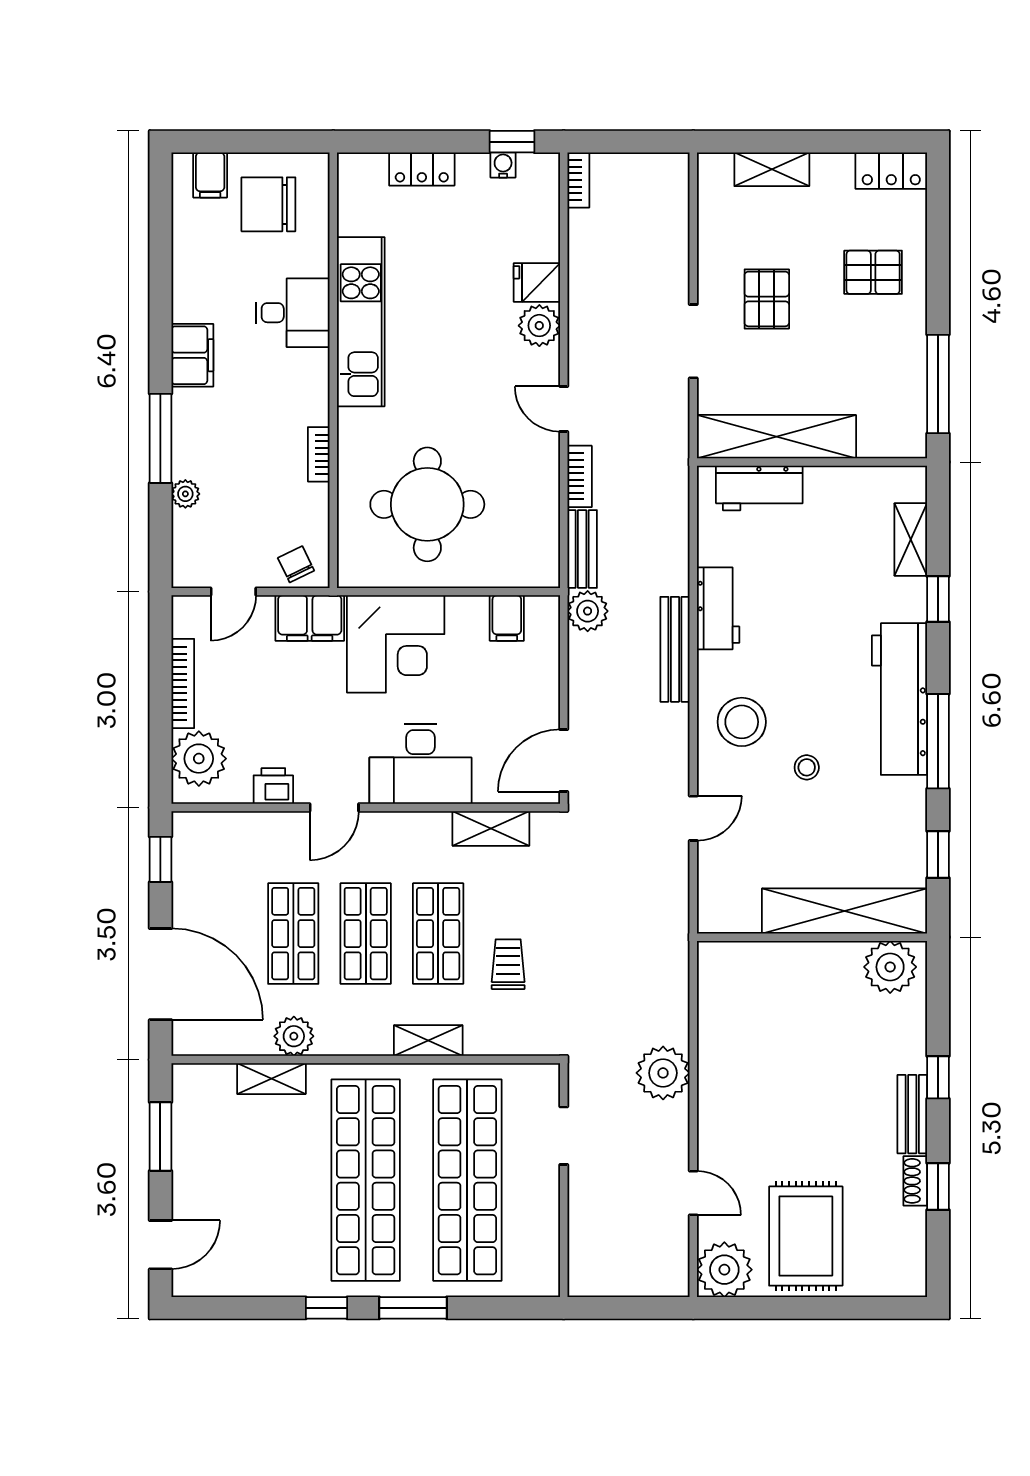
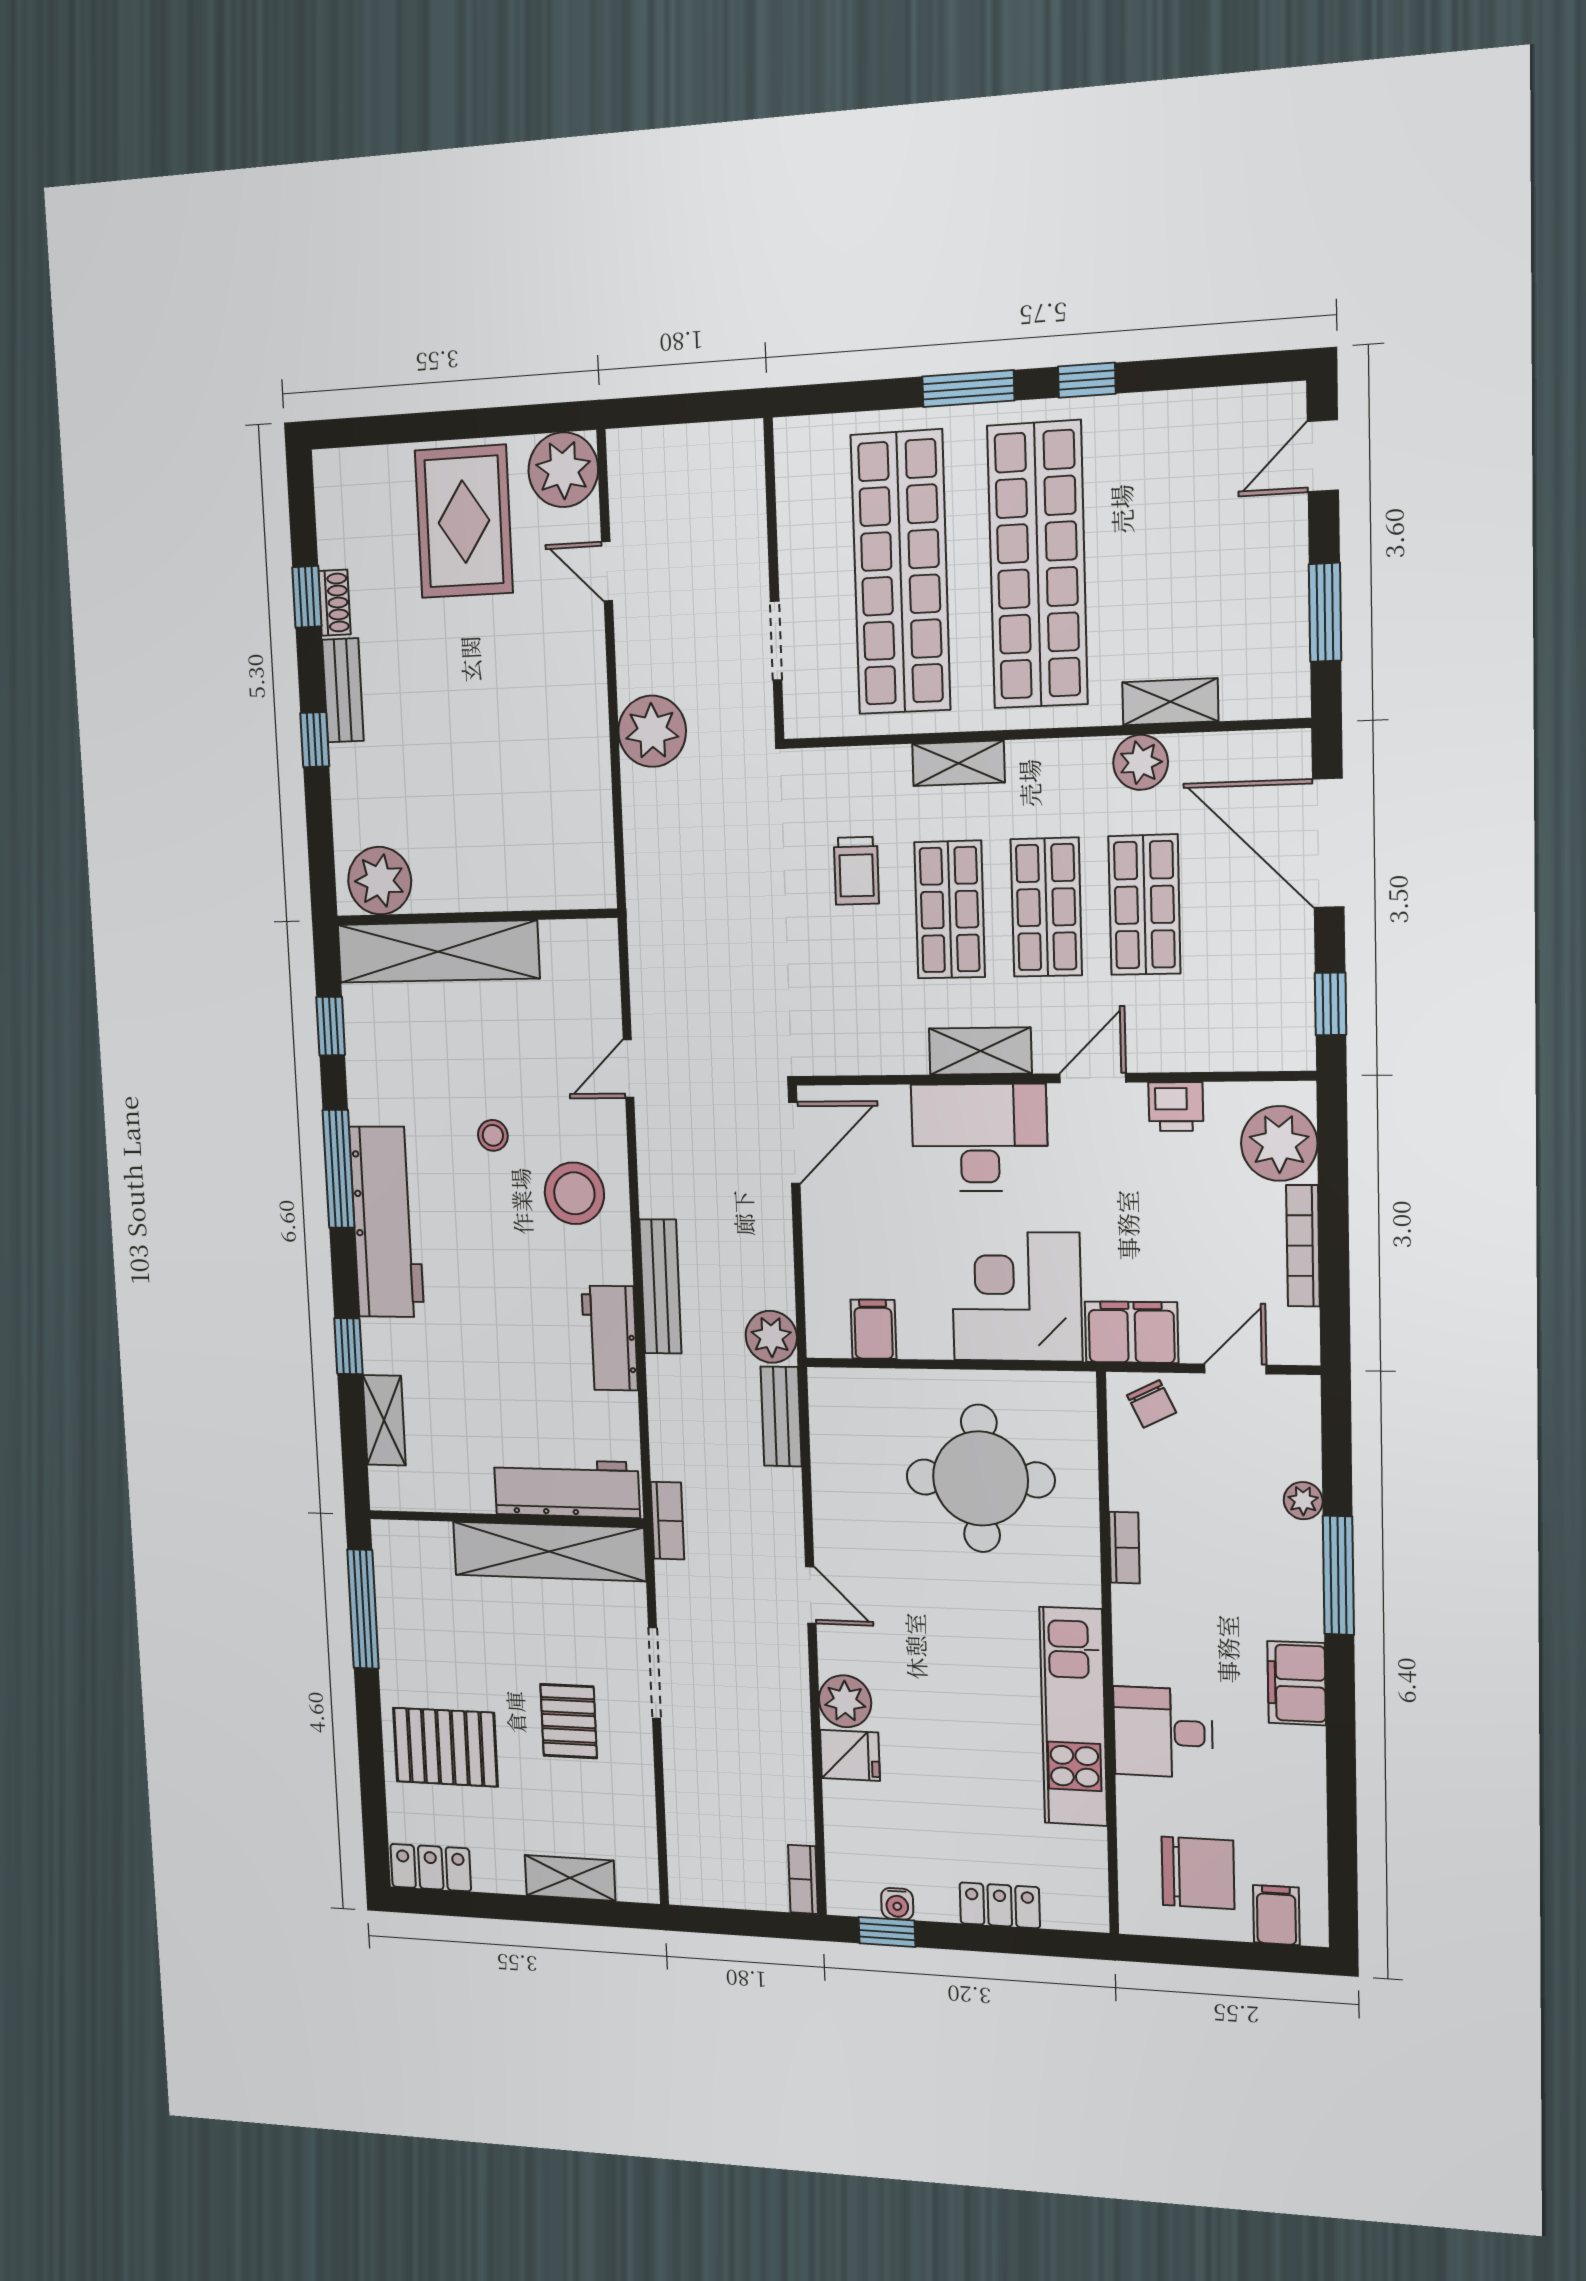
pallet: (873, 272) -> (445, 1747), width x1.50, depth x1.42
bookcase: (580, 476) -> (667, 1521), moved, turned 180
workbench: (759, 488) -> (567, 1488), width x1.37
shelving: (491, 828) -> (980, 1051), moved

